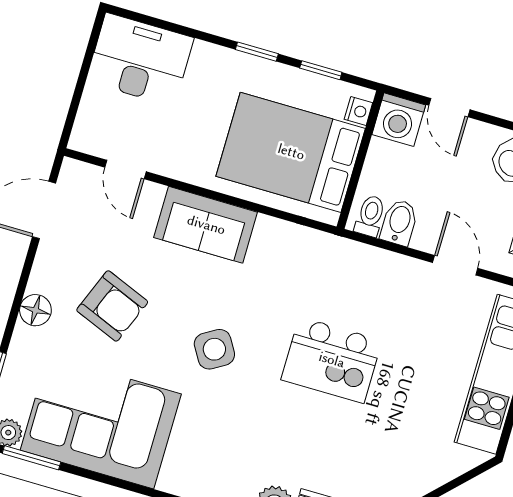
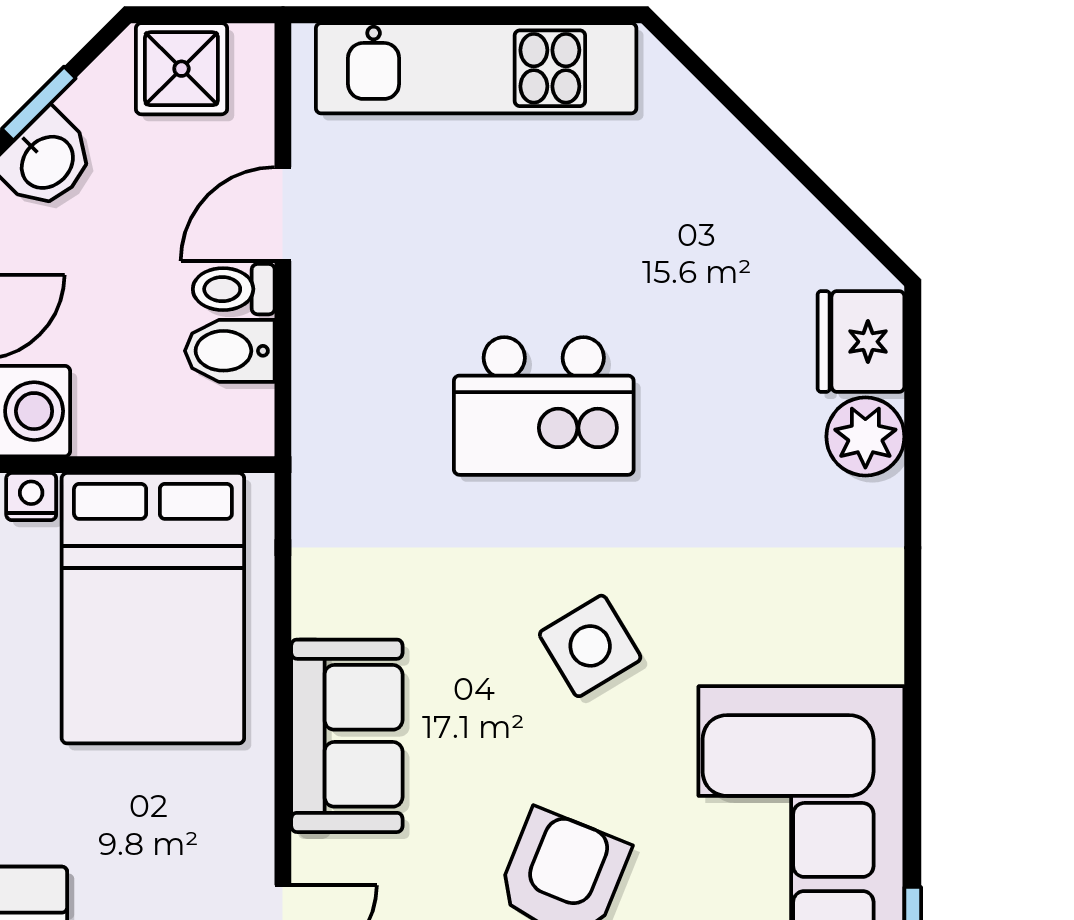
toilet: (370, 216) -> (234, 289), moved
kitchen island: (332, 360) -> (544, 406), turned 90

